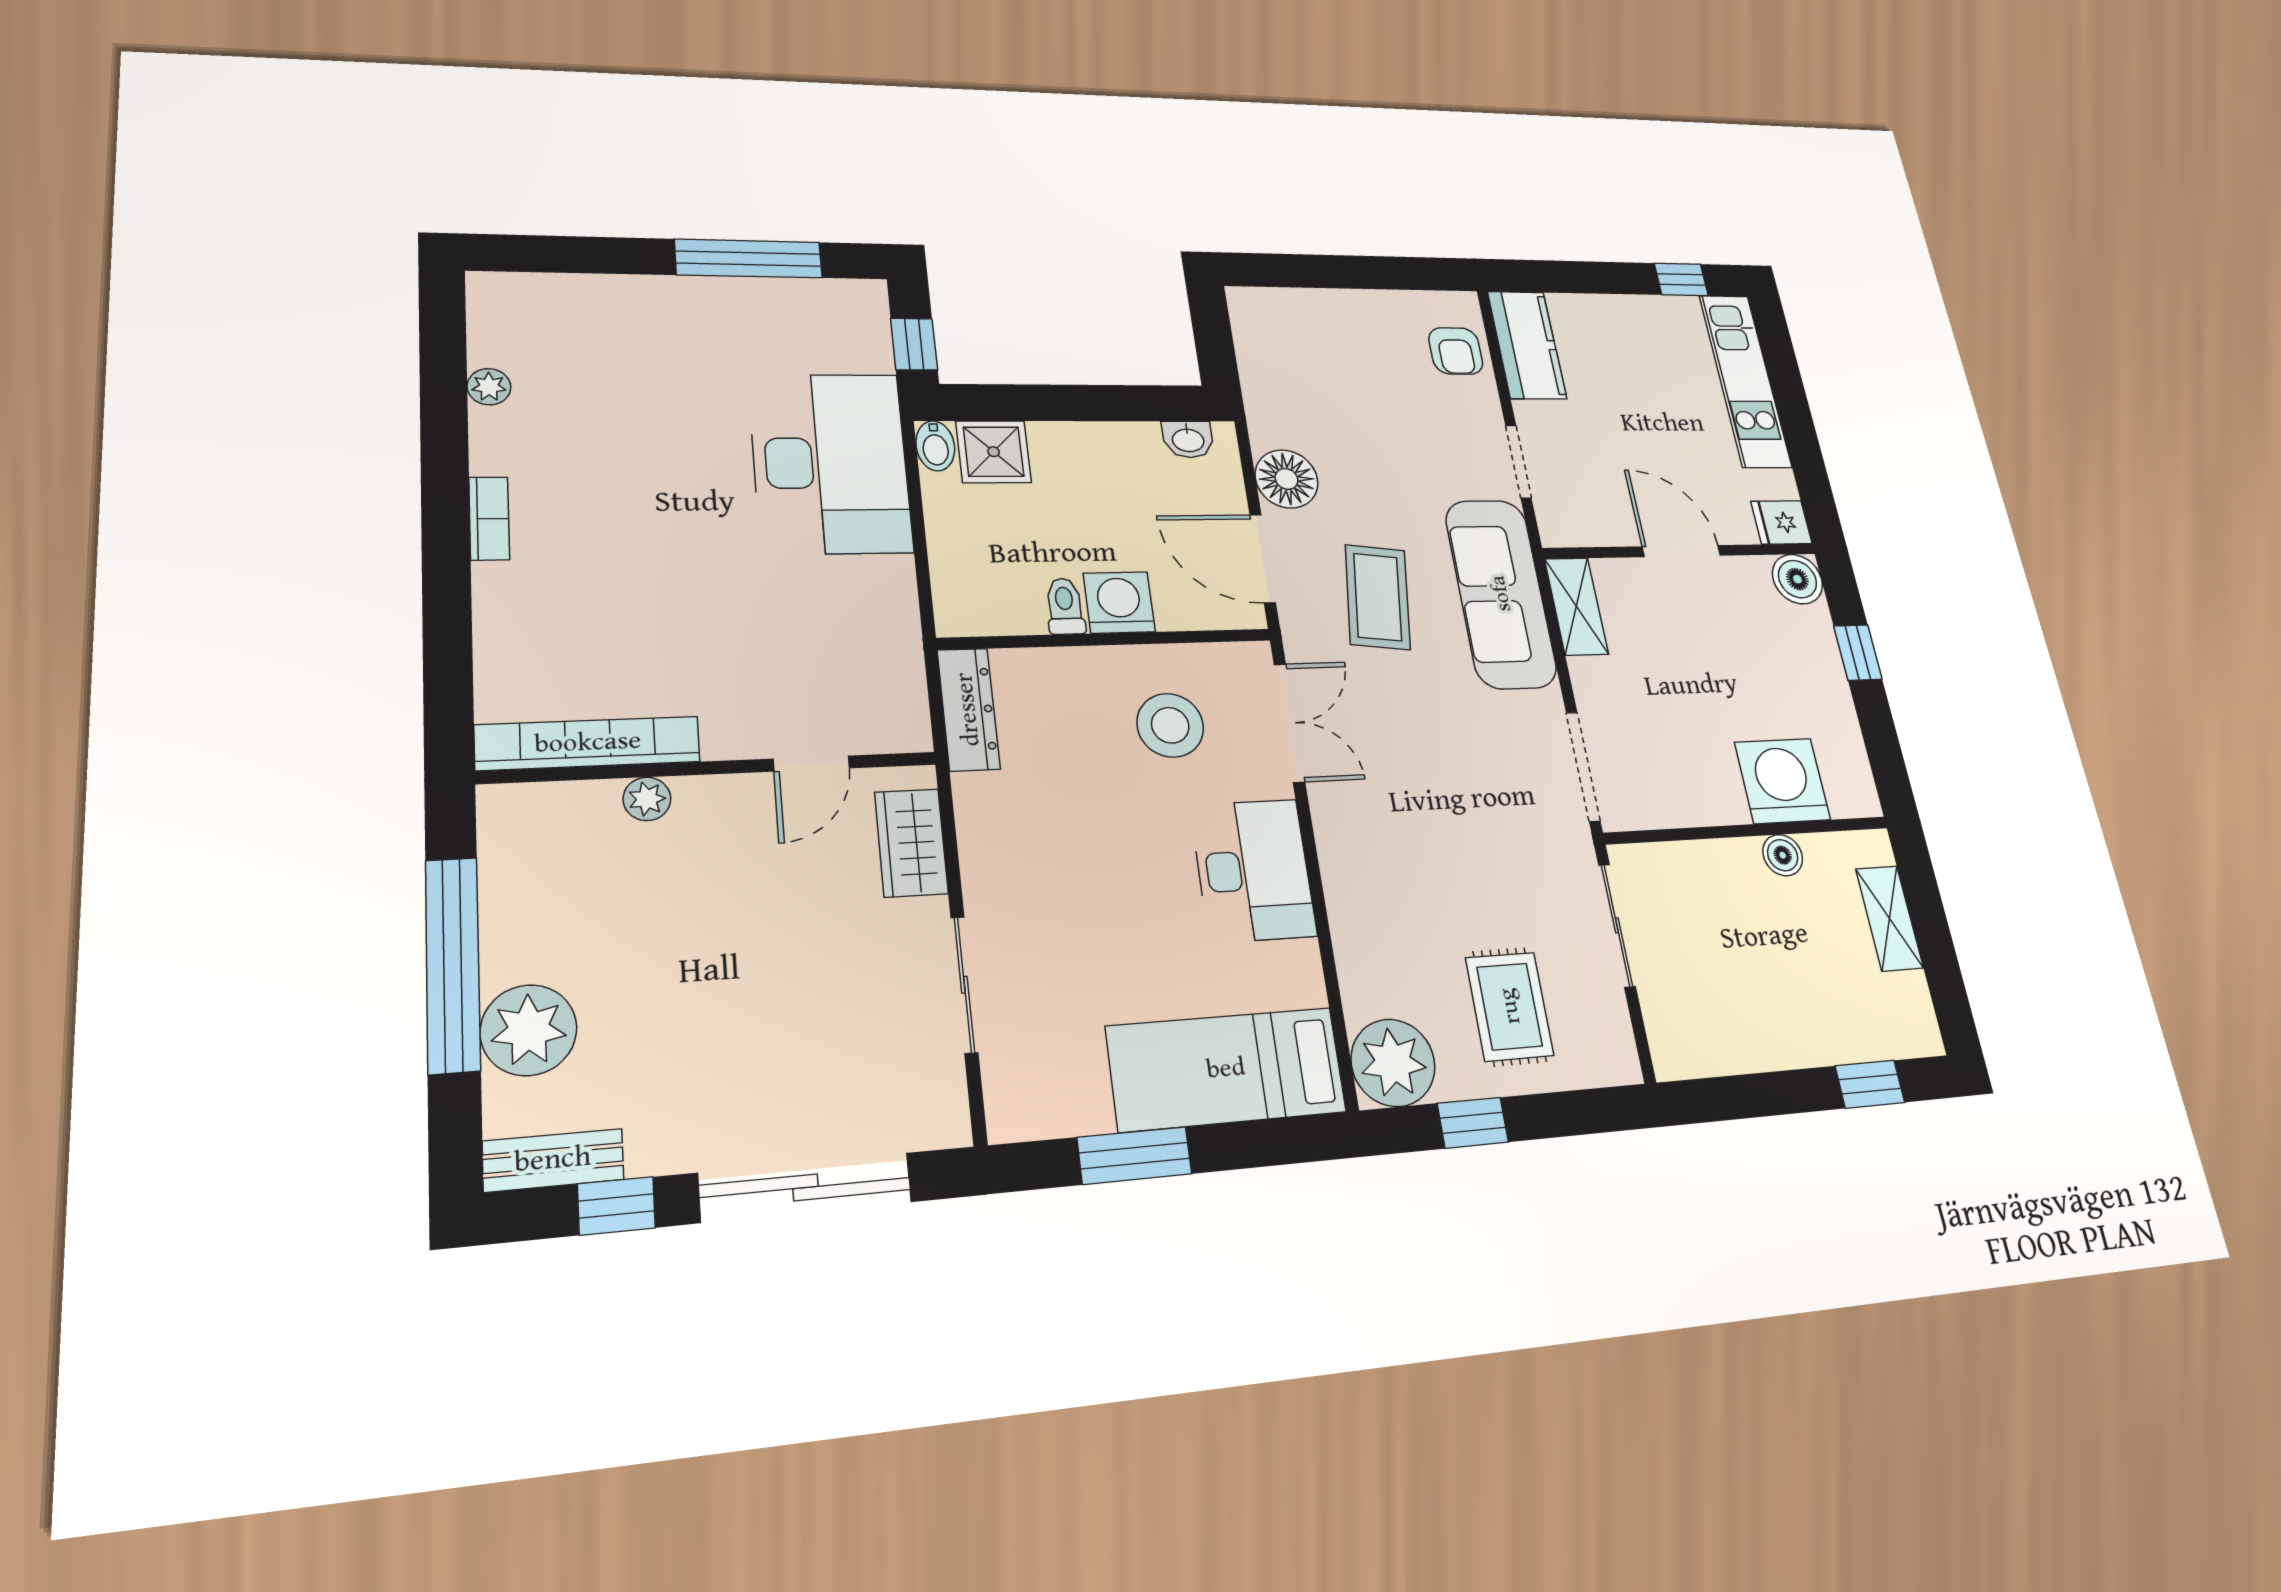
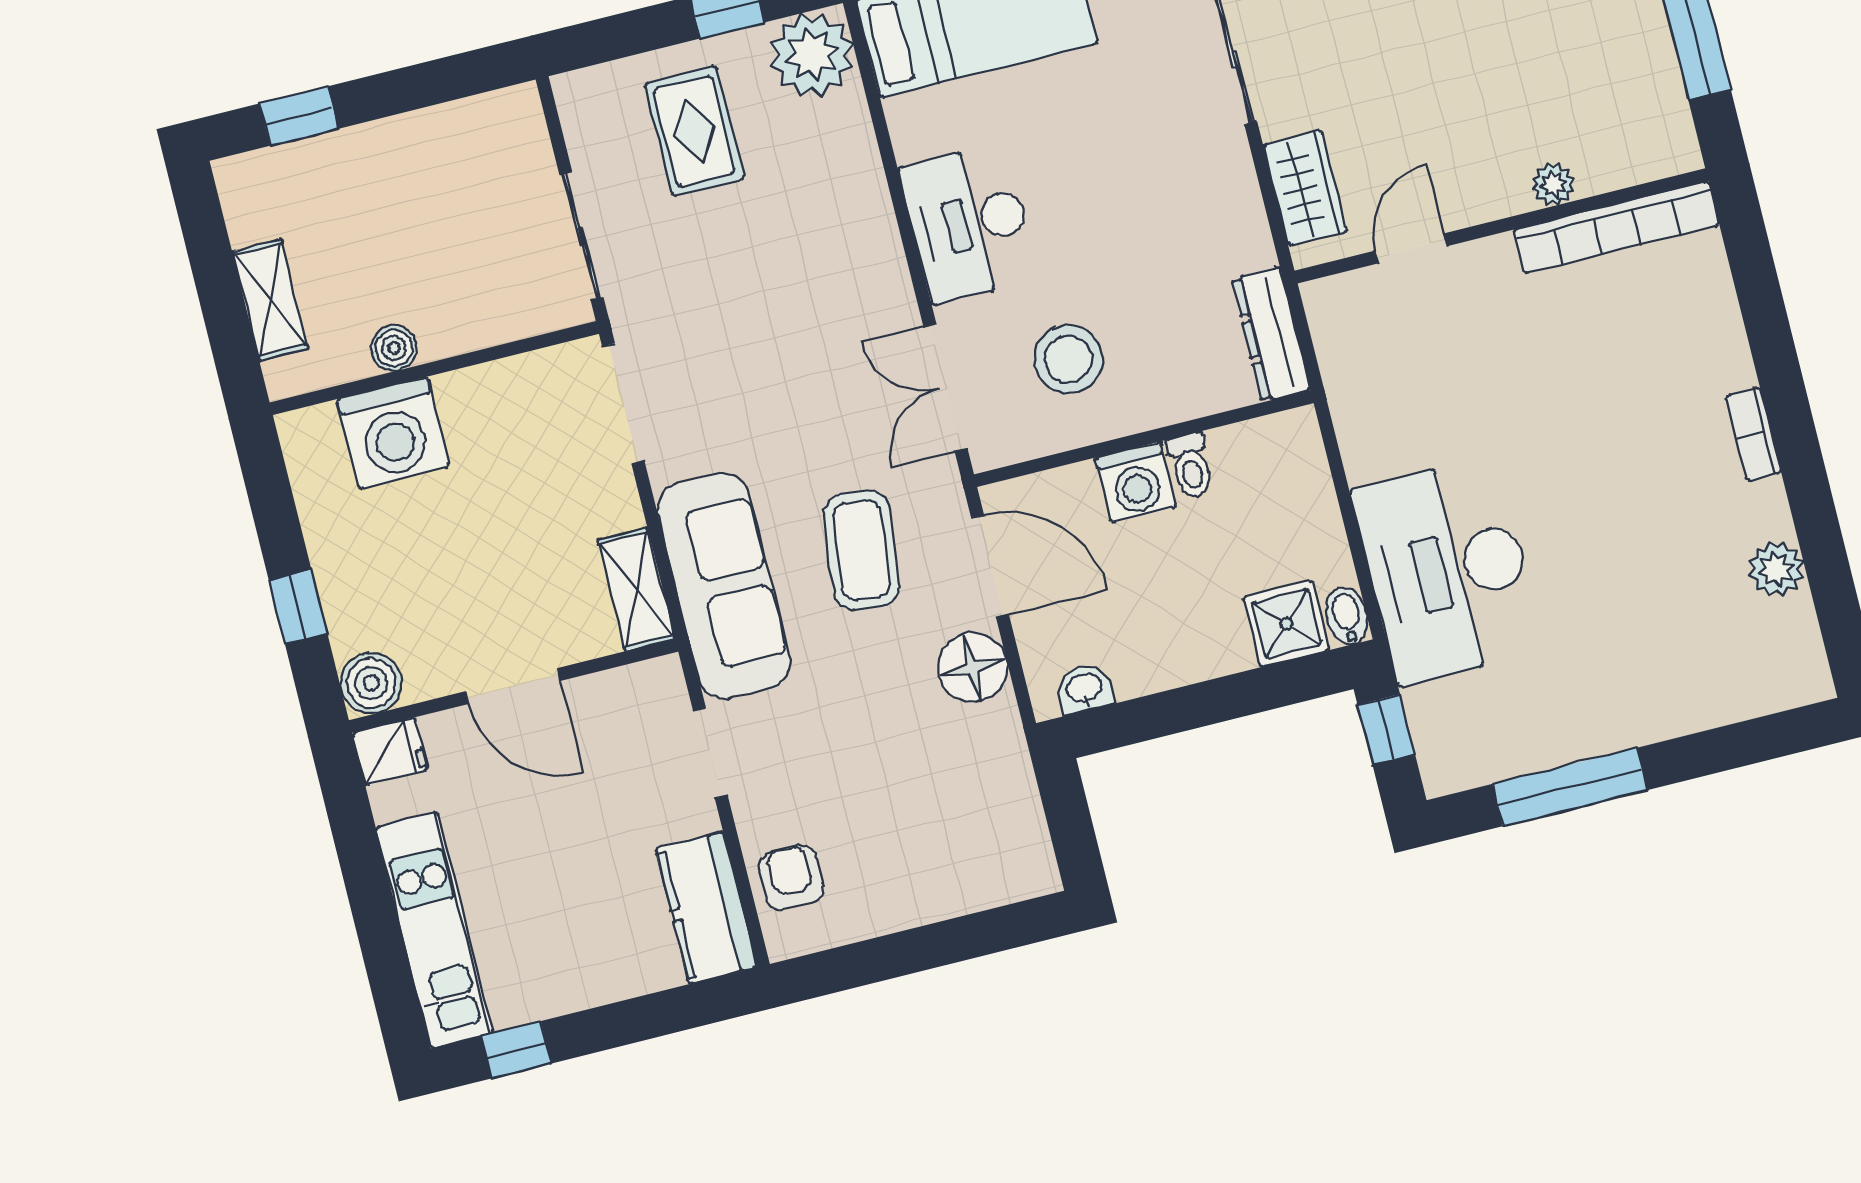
plant: (489, 387) -> (1776, 569), width x1.38, depth x1.38

